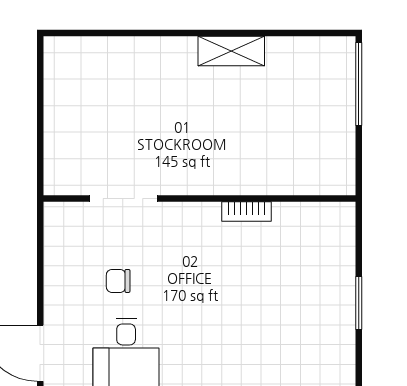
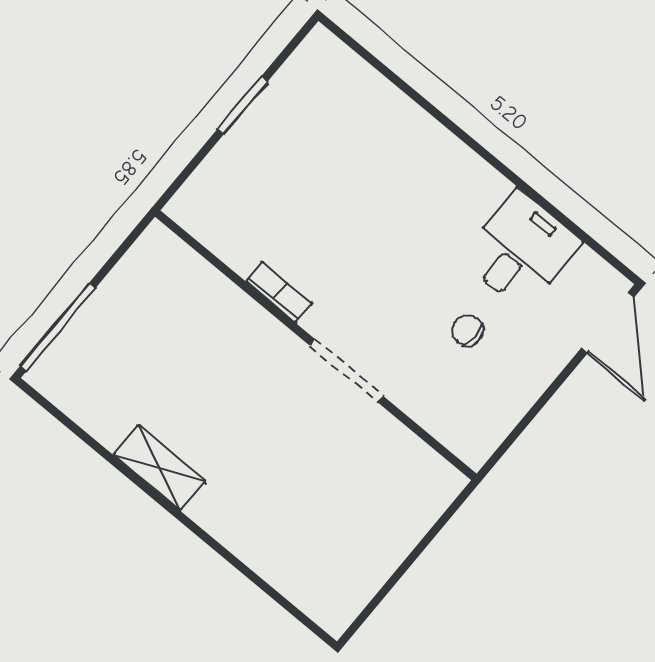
doorway: (123, 199) -> (346, 371), moved
chair: (118, 281) -> (468, 330), turned 180

